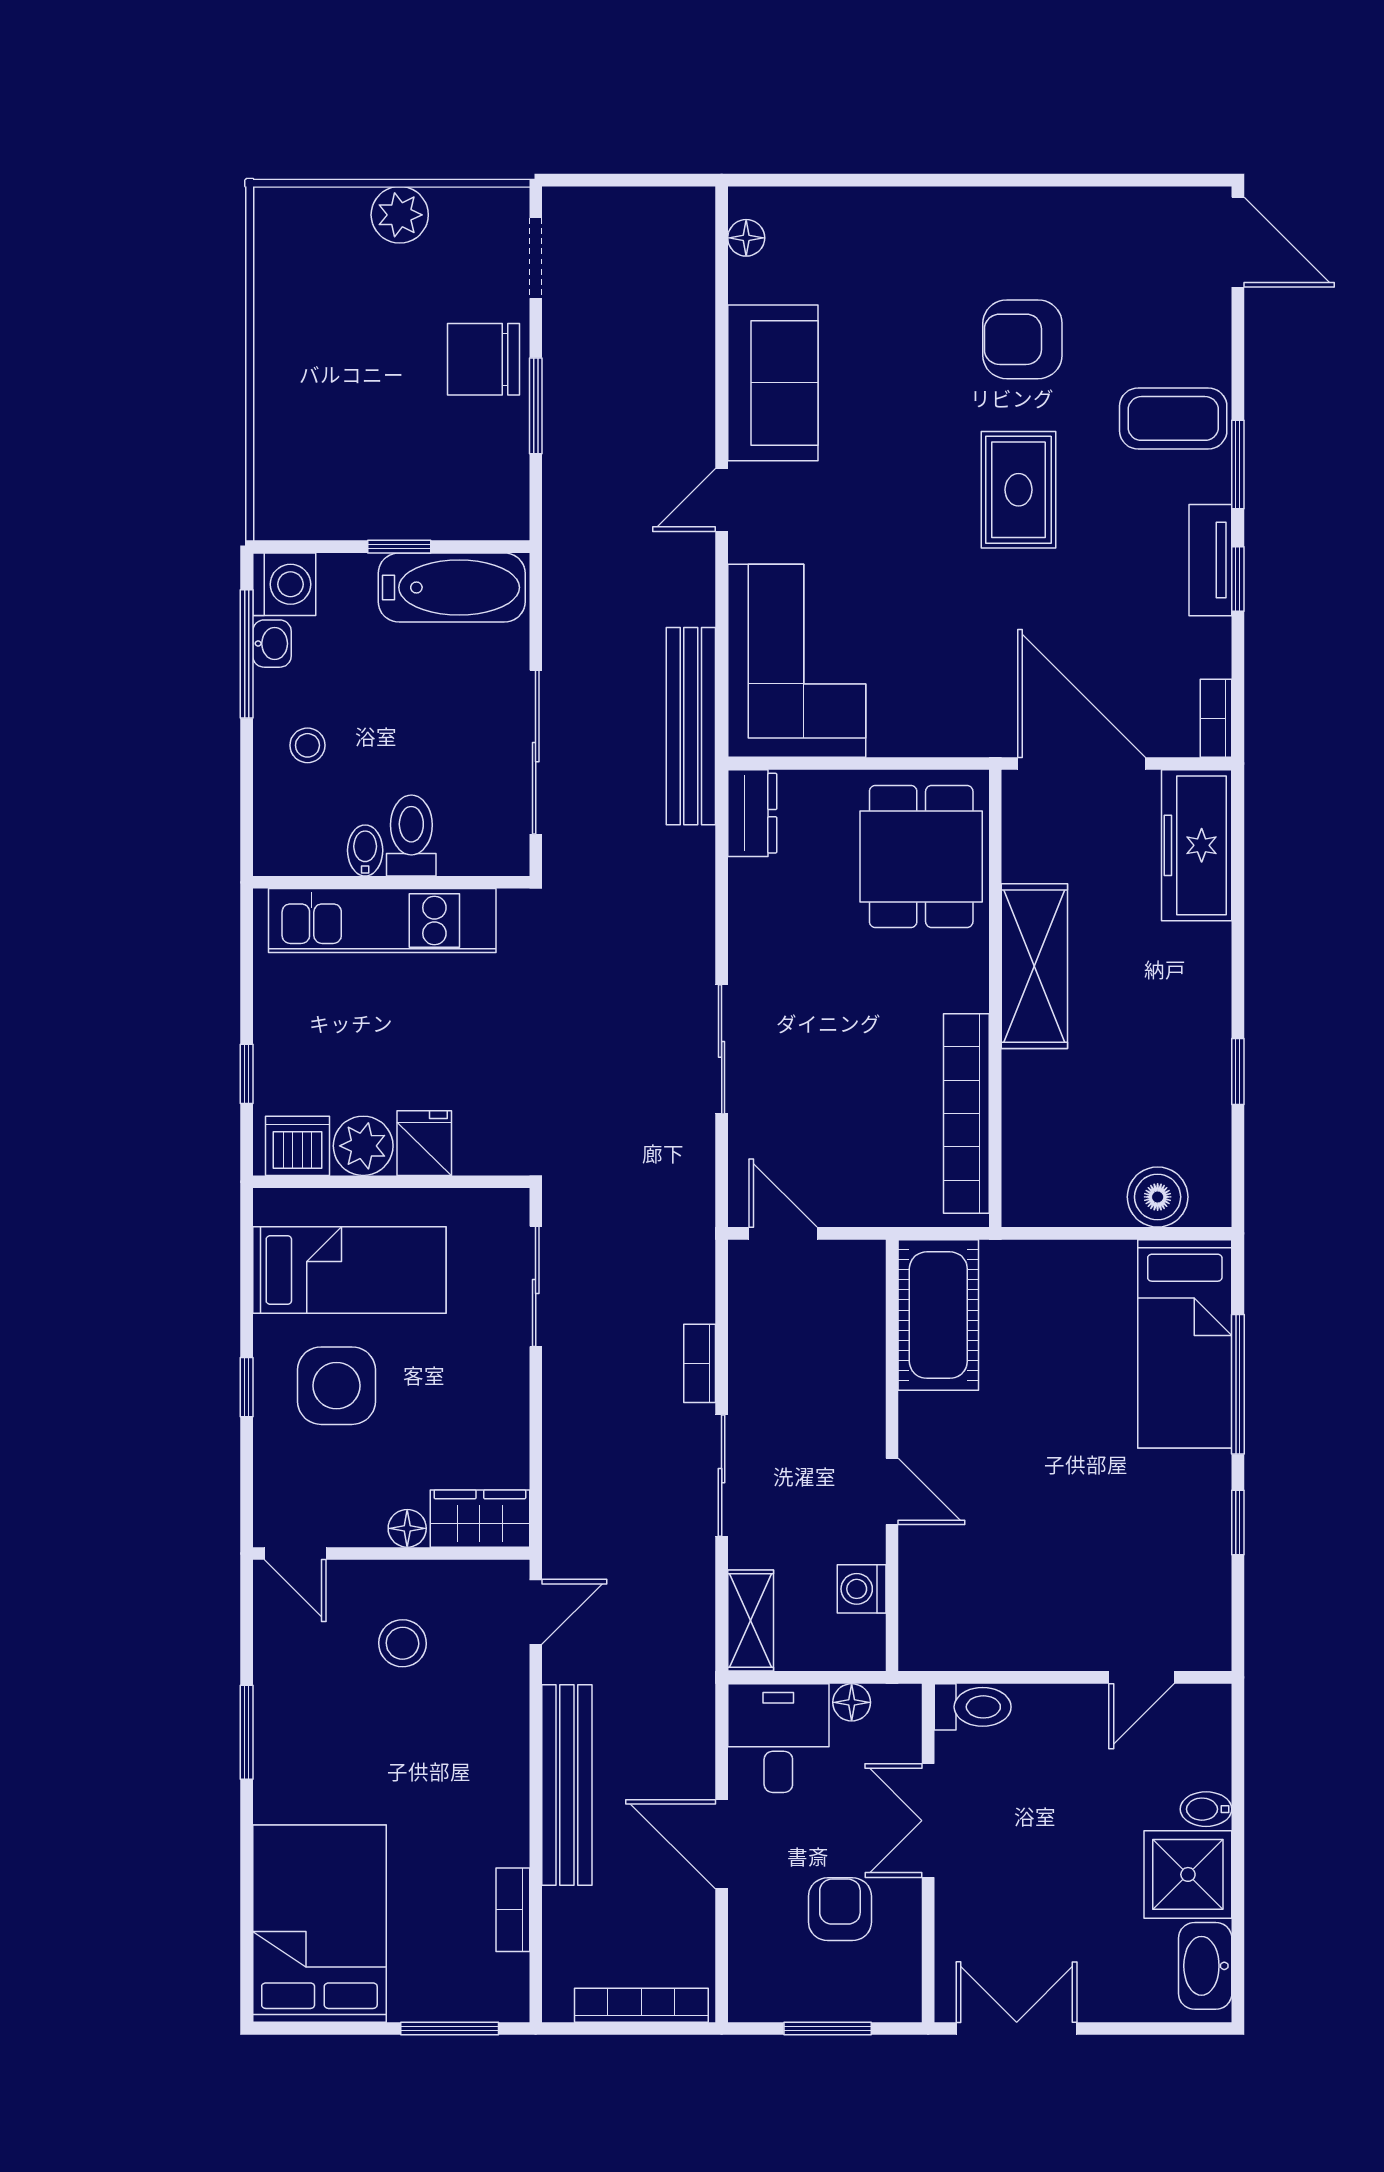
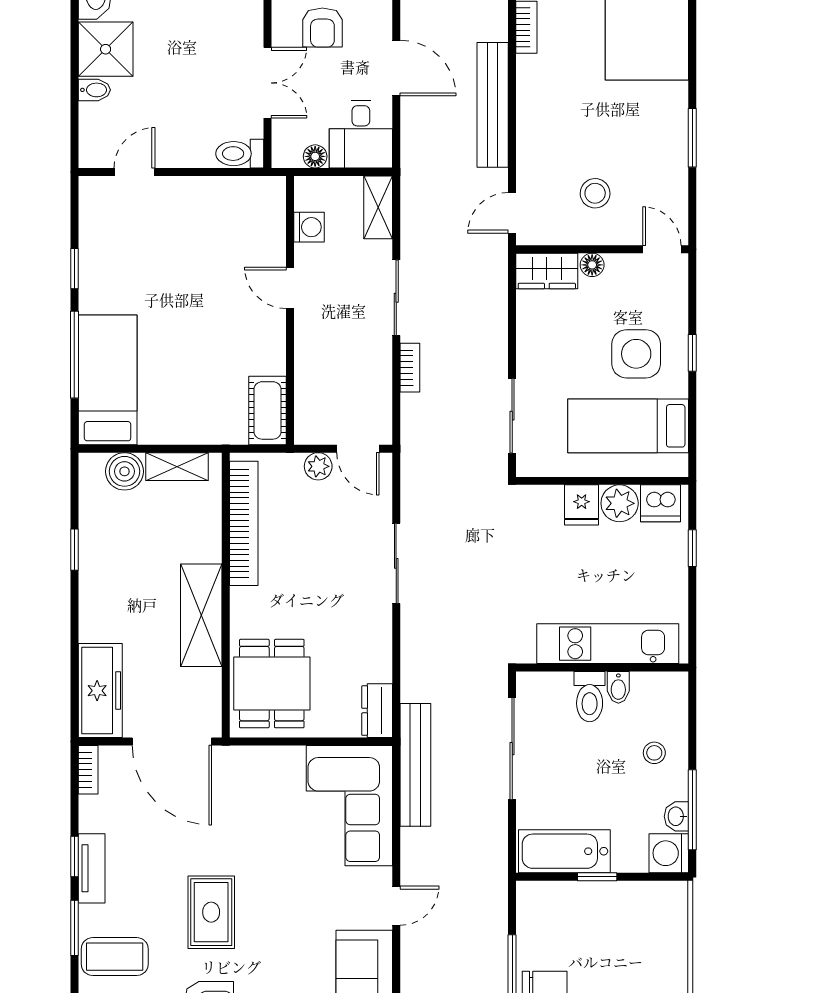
plant: (847, 1205) -> (318, 466), added
shelving: (1073, 1205) -> (177, 467), added
cot: (938, 1315) -> (267, 410), width x0.73, depth x0.75

